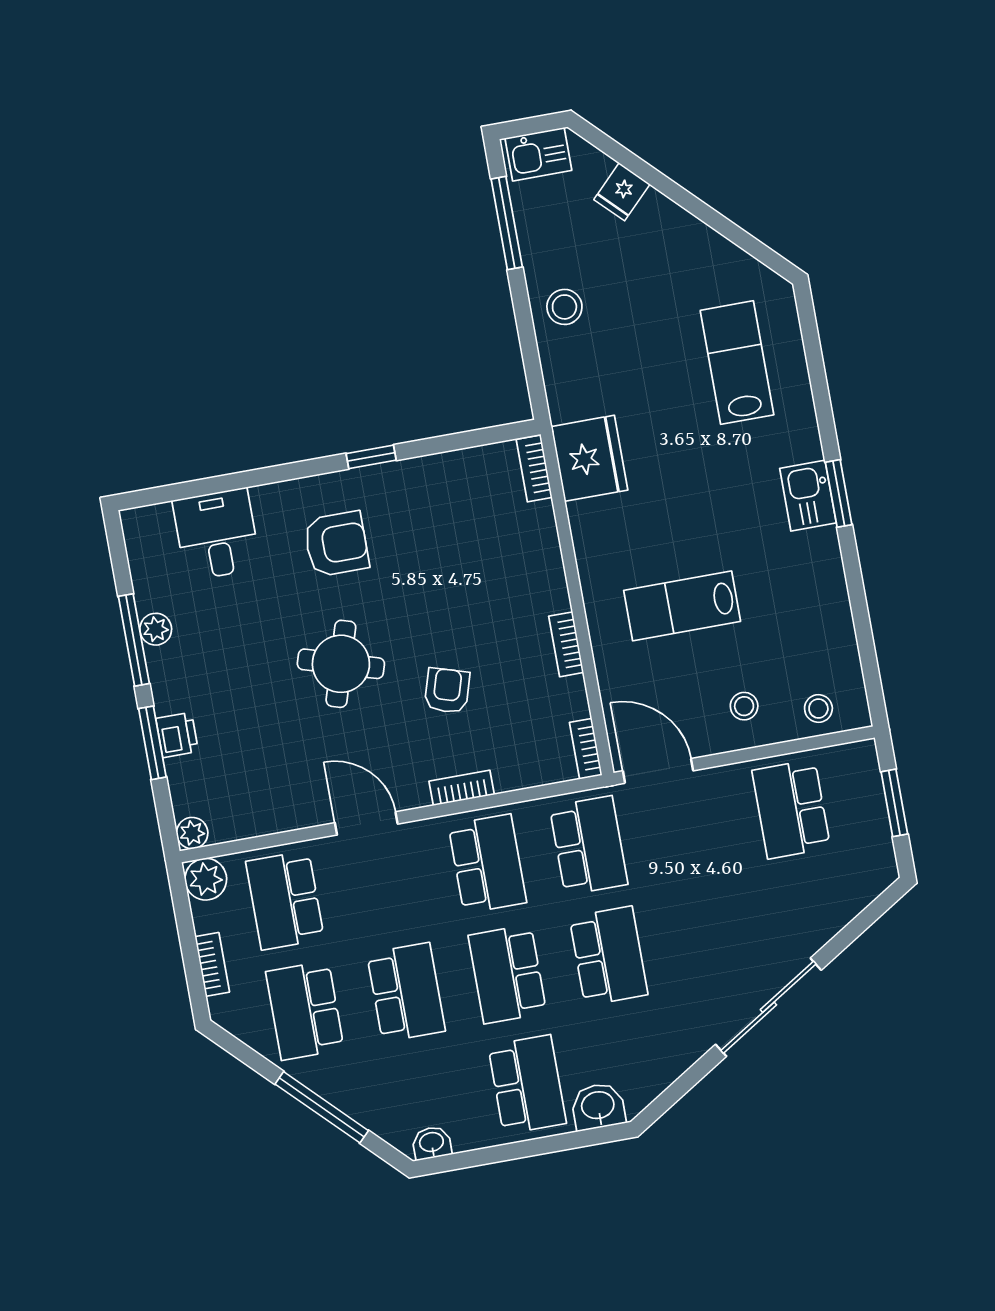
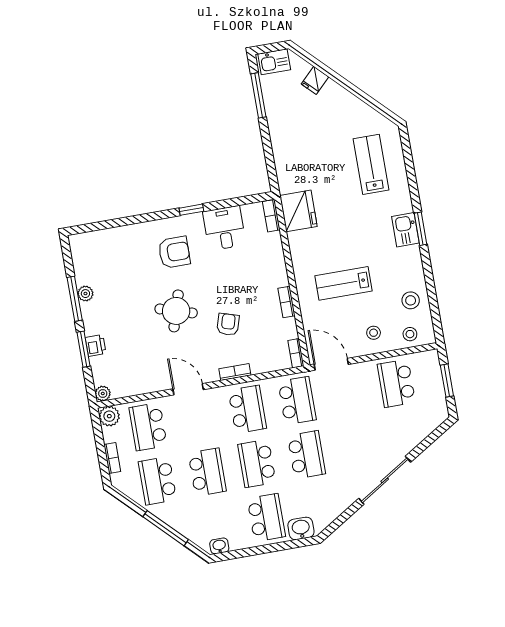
stool: (564, 307) -> (411, 300), moved
desk: (217, 534) -> (224, 228), moved

